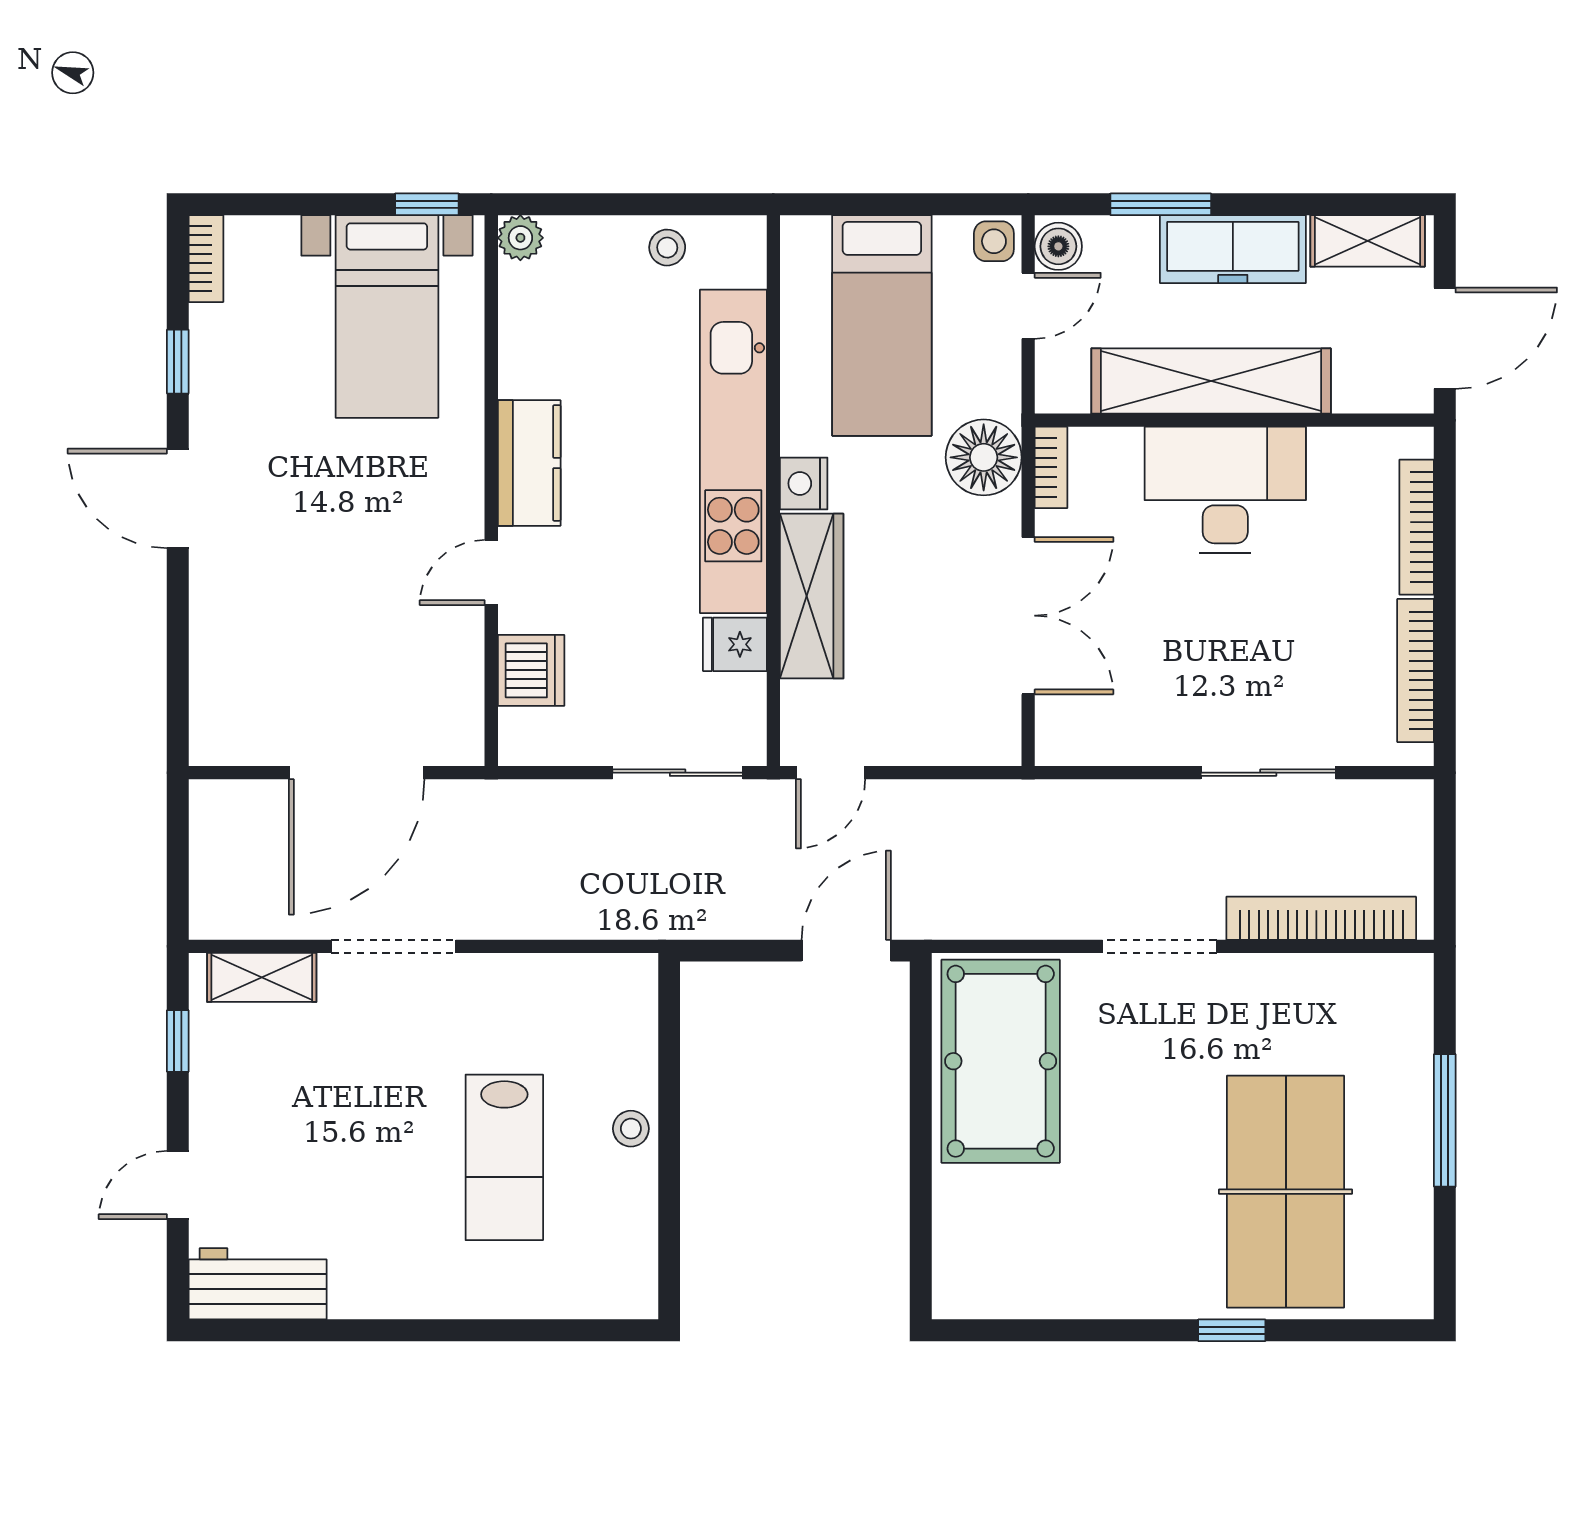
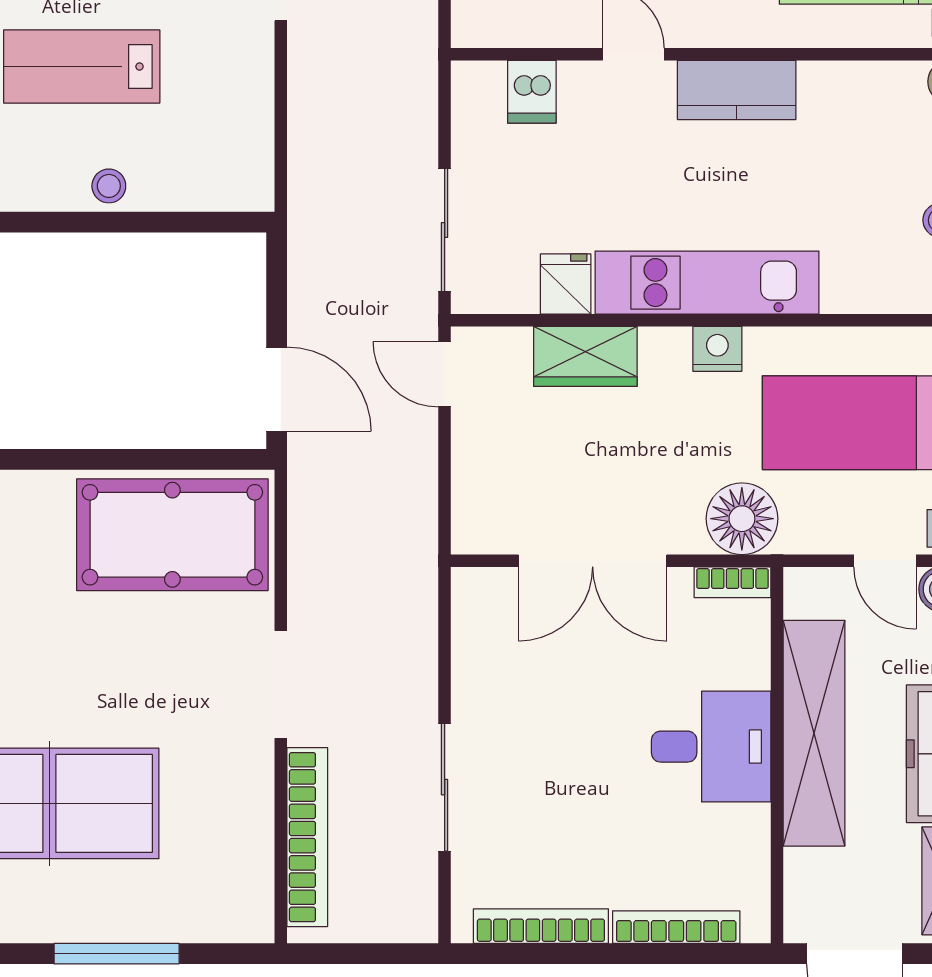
kitchen unit: (733, 451) -> (707, 283), width x0.73
desk: (1225, 490) -> (711, 747), width x0.73
wardrobe: (812, 596) -> (585, 356), width x0.67
dishwasher: (531, 670) -> (532, 92), width x0.73

